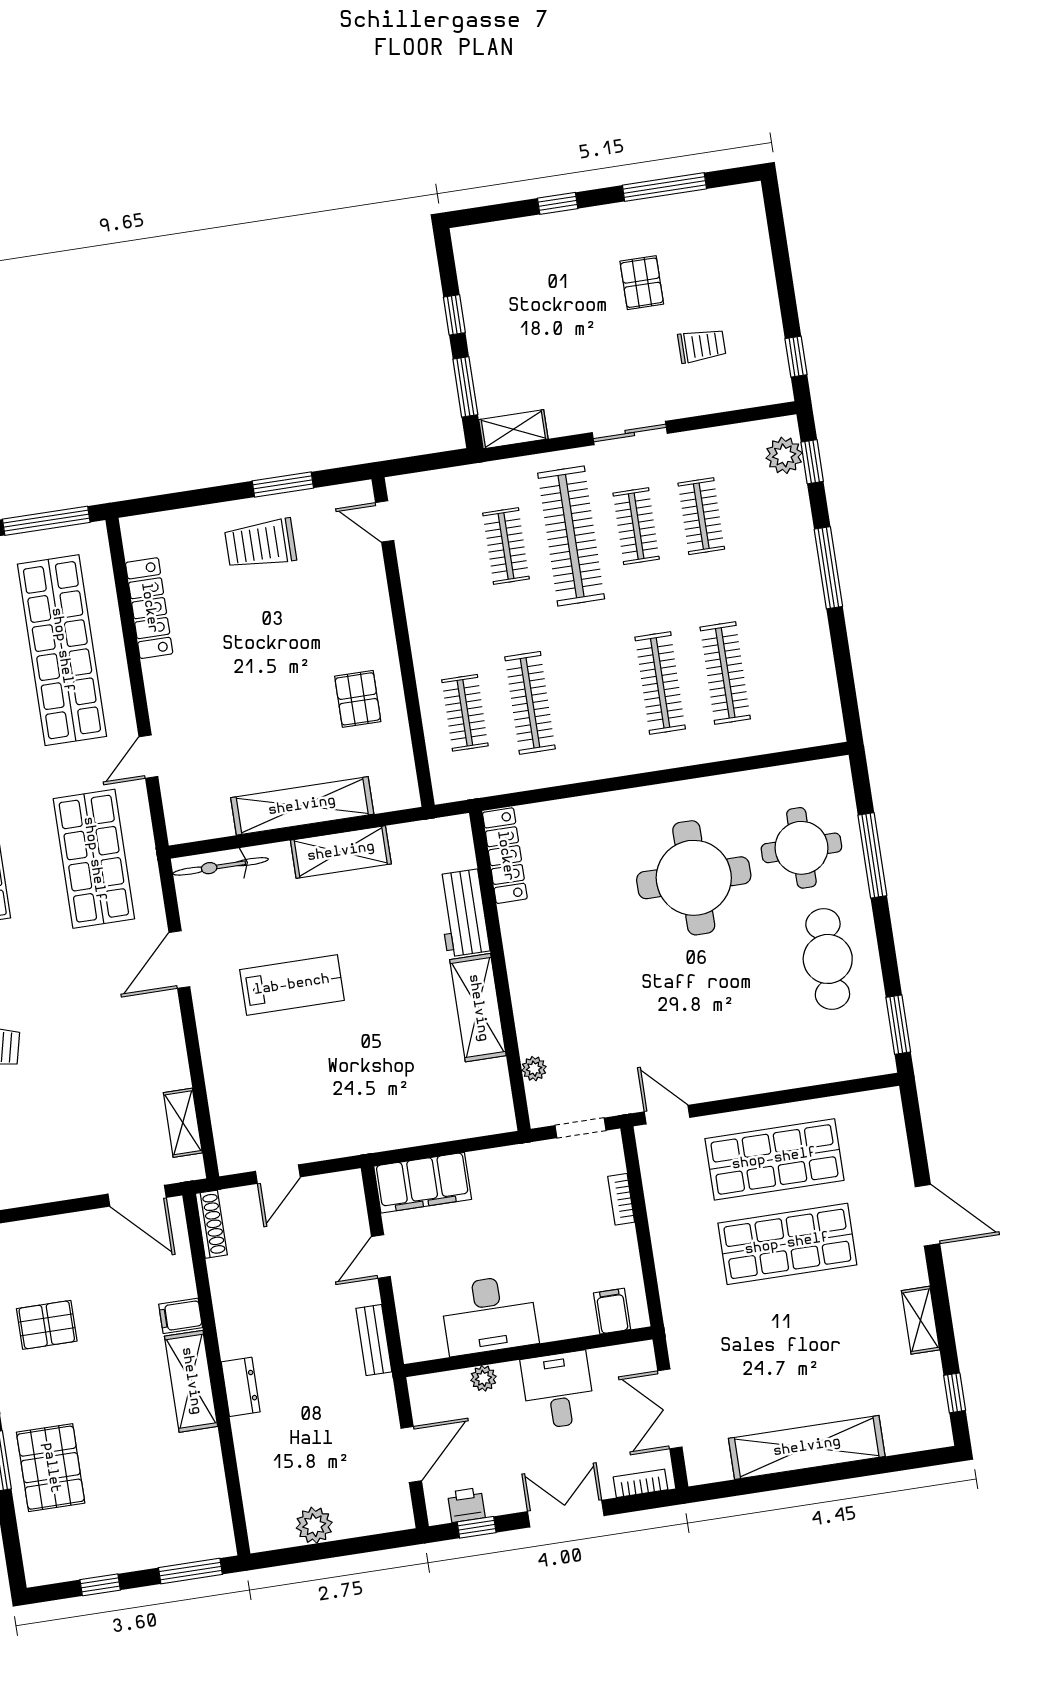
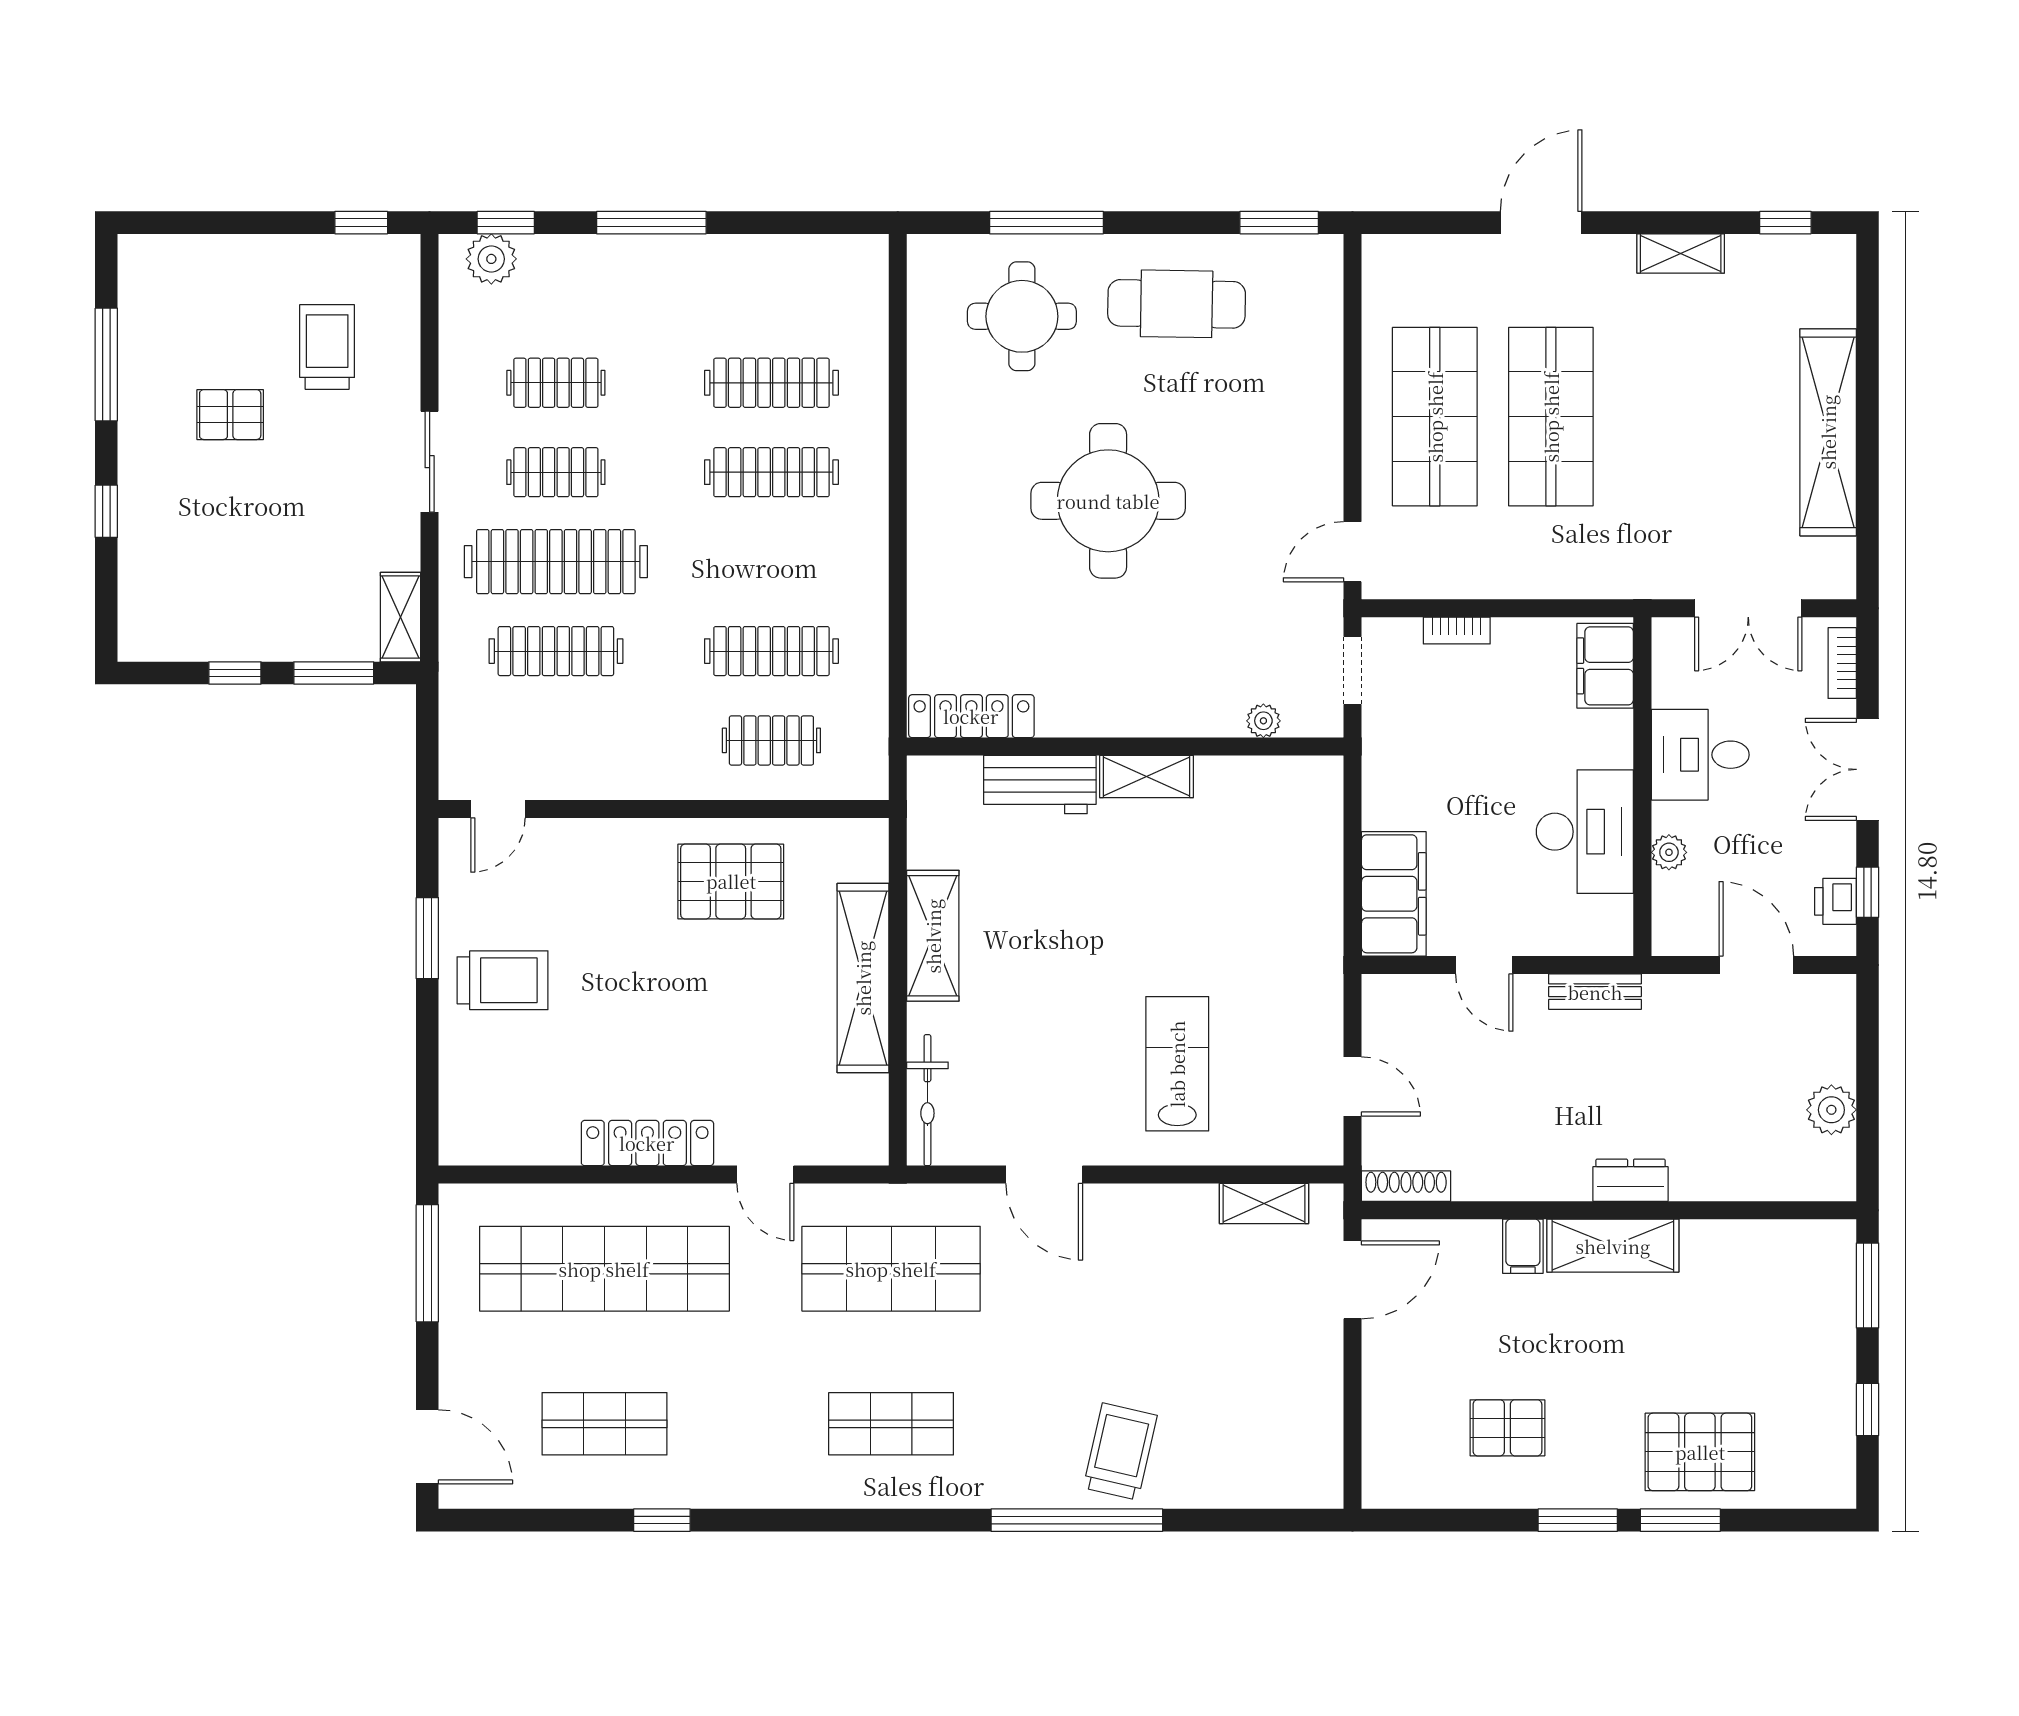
trolley: (702, 346) -> (327, 347), width x1.36, depth x1.39
trolley: (260, 544) -> (502, 980), turned -90
clothes rail: (506, 546) -> (556, 651), width x1.36
locker: (149, 608) -> (647, 1143), moved
pallet: (358, 699) -> (731, 881), width x1.50, depth x1.42
round table: (694, 878) -> (1108, 501), moved
lab bench: (292, 985) -> (1177, 1064), moved
shelving: (478, 1008) -> (1147, 777), width x0.67, depth x0.75
filing cabinet: (612, 1311) -> (1605, 666), width x2.00
pallet: (47, 1325) -> (1507, 1428), turned 90

